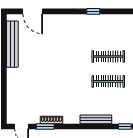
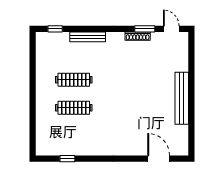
window: (93, 11) -> (67, 159), moved
bench: (12, 44) -> (182, 98), moved

